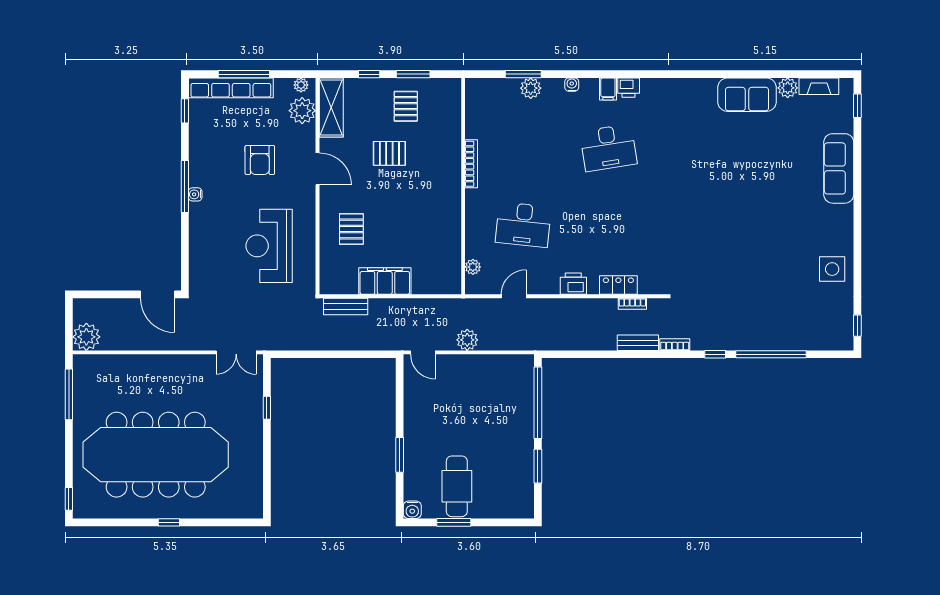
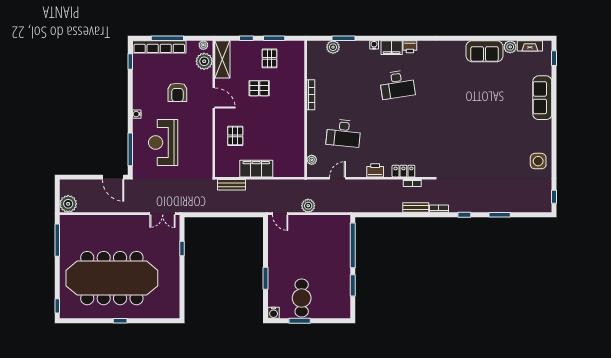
plant: (531, 88) -> (333, 47), moved
filing cabinet: (608, 89) -> (392, 48), width x2.00
window: (185, 186) -> (130, 149), moved
reception desk: (269, 246) -> (163, 143), moved
window: (771, 354) -> (500, 215), width x0.47

